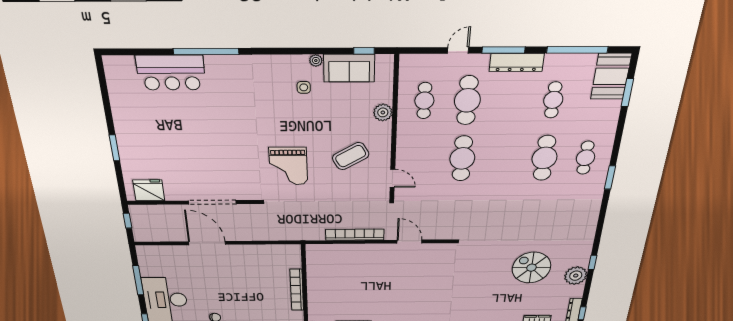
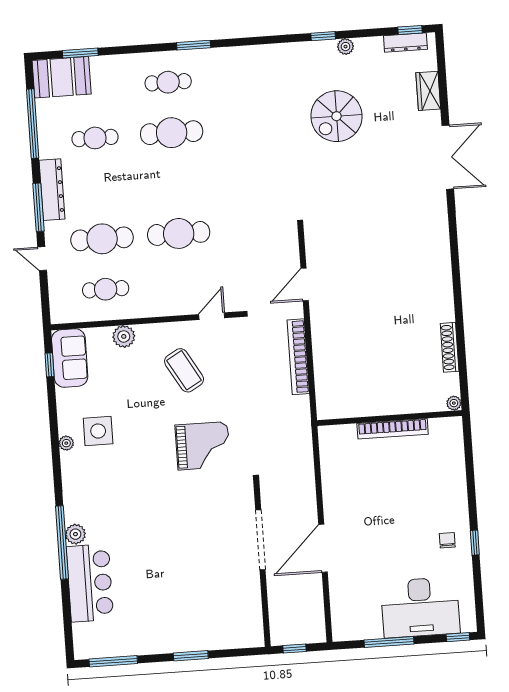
plant: (316, 61) -> (66, 443), moved
plant: (214, 63) -> (75, 534), added
sofa: (349, 68) -> (70, 358), moved
side table: (304, 87) -> (98, 431), width x1.87, depth x1.87
window: (104, 88) -> (113, 661), added
fridge: (149, 190) -> (248, 619), removed
plant: (576, 276) -> (346, 47), width x0.53, depth x0.53

